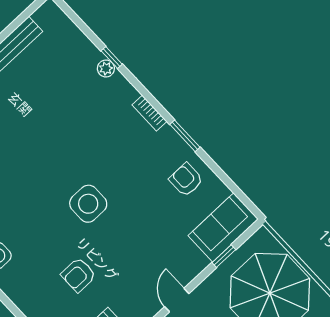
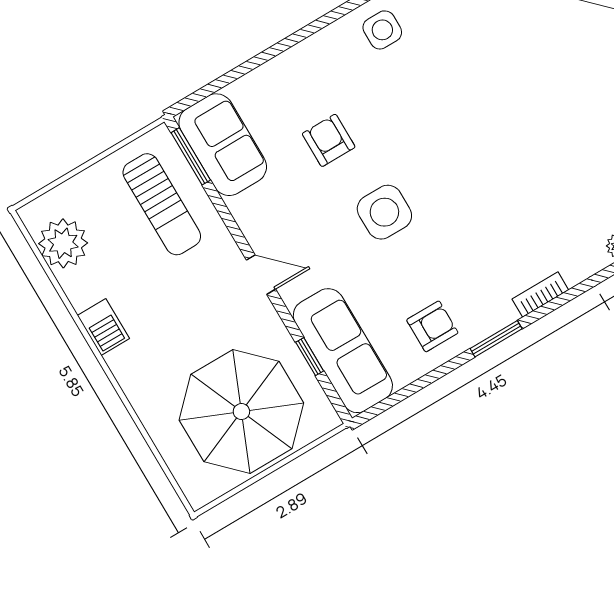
side table: (88, 204) -> (384, 212), moved
sofa: (223, 227) -> (343, 351), width x1.36

